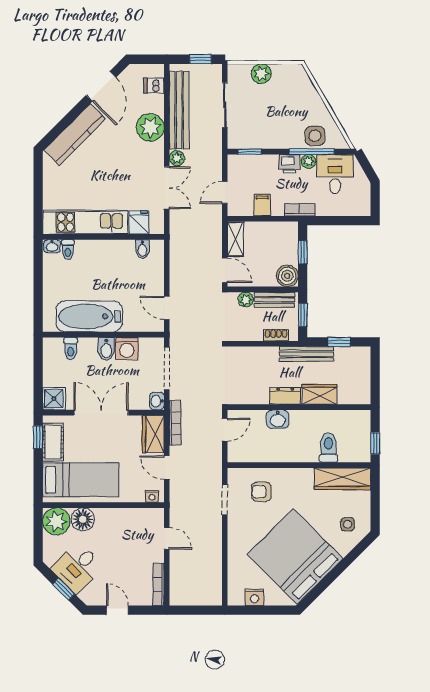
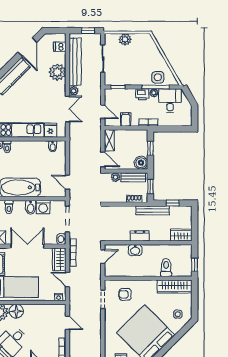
door: (225, 193) -> (103, 112), swing flipped
wardrobe: (319, 394) -> (181, 235), moved

